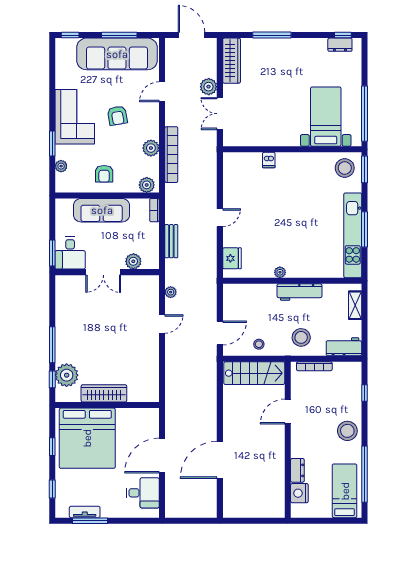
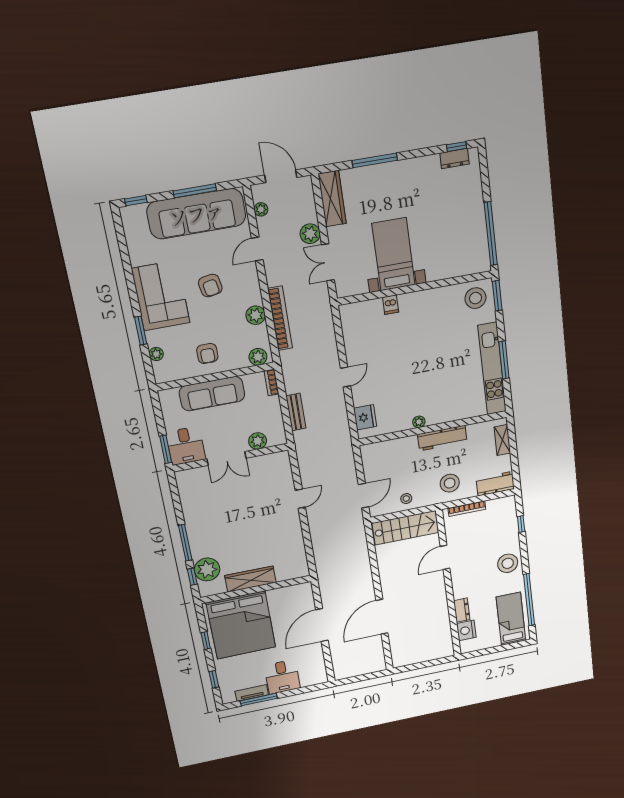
bed with nightstands: (326, 117) -> (393, 254), moved
plant: (171, 292) -> (261, 209), moved
desk: (143, 493) -> (282, 677), moved, turned 90

